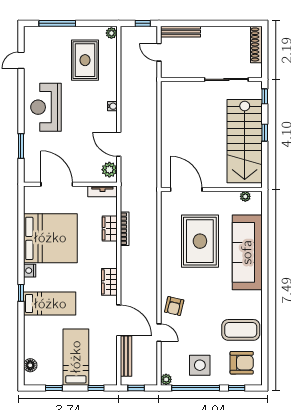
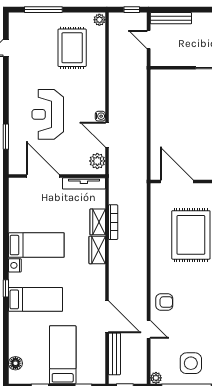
water cooler: (112, 106) -> (100, 116), moved
reception desk: (46, 107) -> (48, 114), moved
tv unit: (102, 191) -> (84, 183), width x1.41
bed: (50, 238) -> (36, 245), width x0.49
wardrobe: (109, 282) -> (97, 250), moved
armchair: (174, 306) -> (164, 302), turned -103

